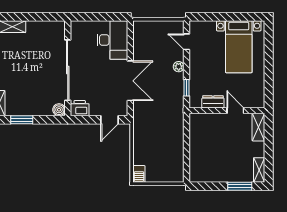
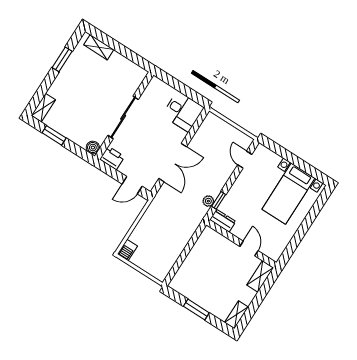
desk: (112, 40) -> (183, 111), width x0.73
plant: (179, 67) -> (208, 201), moved
sliding door: (68, 70) -> (123, 117), width x0.73
dresser: (213, 102) -> (223, 221), moved
window: (240, 186) -> (196, 310), moved

